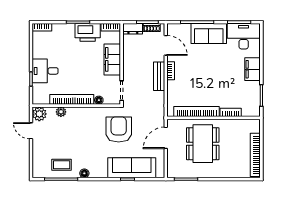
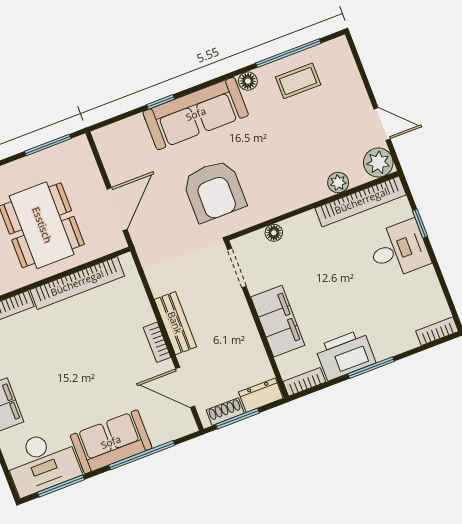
bookcase: (72, 99) -> (361, 201), moved
sofa: (132, 168) -> (196, 114), moved

